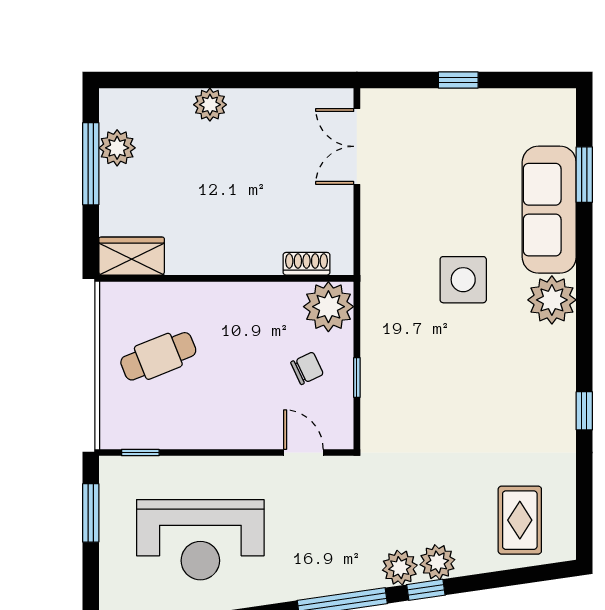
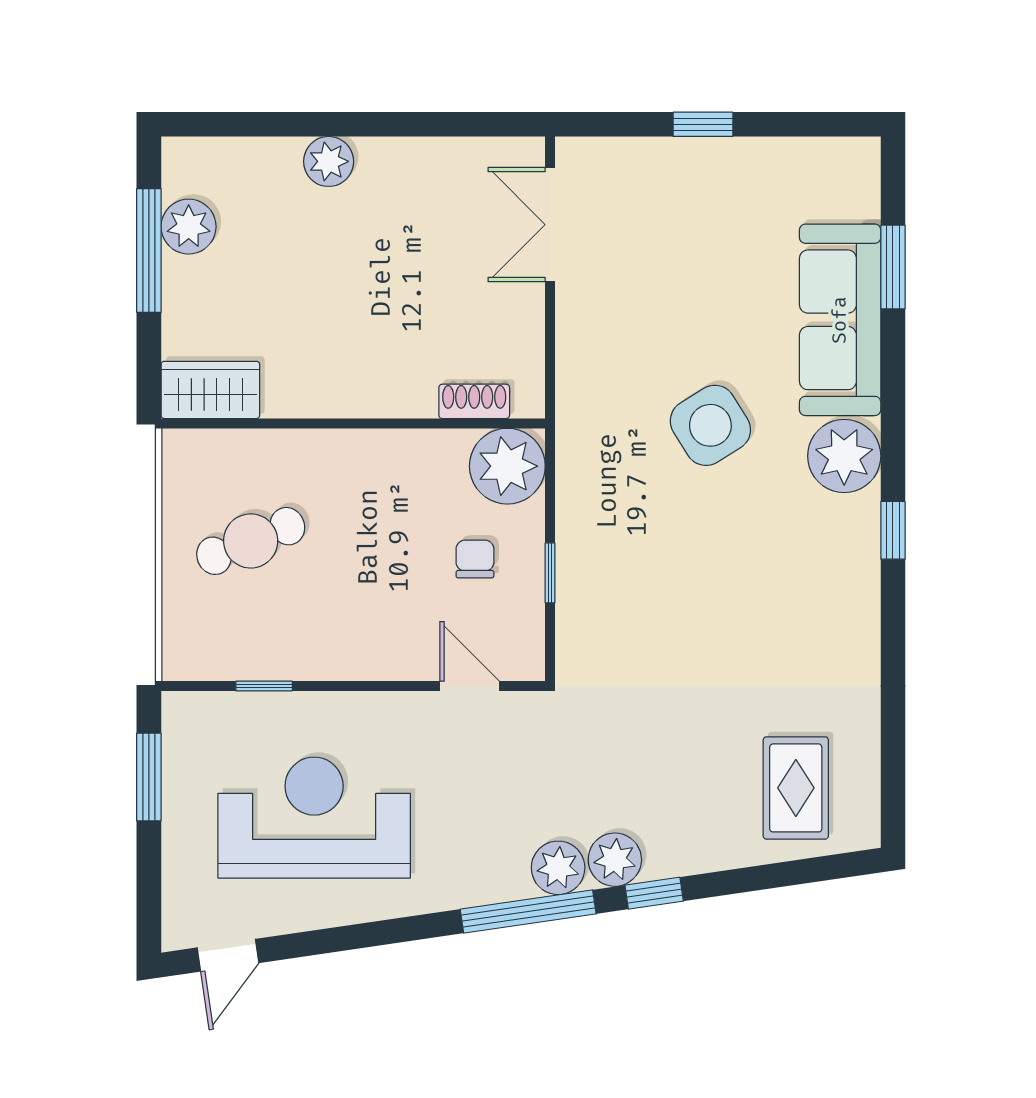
side table: (463, 280) -> (710, 425), turned -32
chair: (307, 368) -> (475, 559), turned -65
window: (584, 411) -> (893, 530), moved
window: (140, 452) -> (264, 686), moved
reception desk: (200, 540) -> (314, 818), turned 180
plant: (437, 562) -> (558, 868), moved

